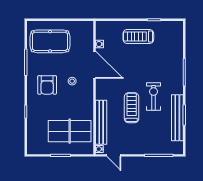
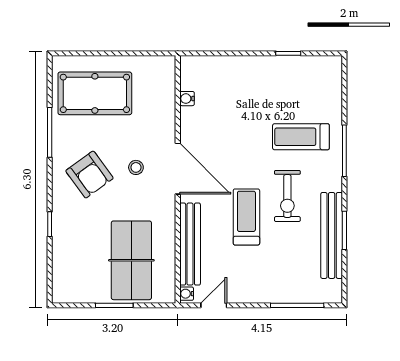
treadmill: (138, 36) -> (301, 137), moved
door: (95, 65) -> (178, 169), moved
armchair: (47, 85) -> (89, 175), turned -36
exercise bike: (154, 96) -> (287, 196), turned 180
table tennis table: (70, 131) -> (131, 260), turned 90
door: (114, 155) -> (214, 305), swing flipped

